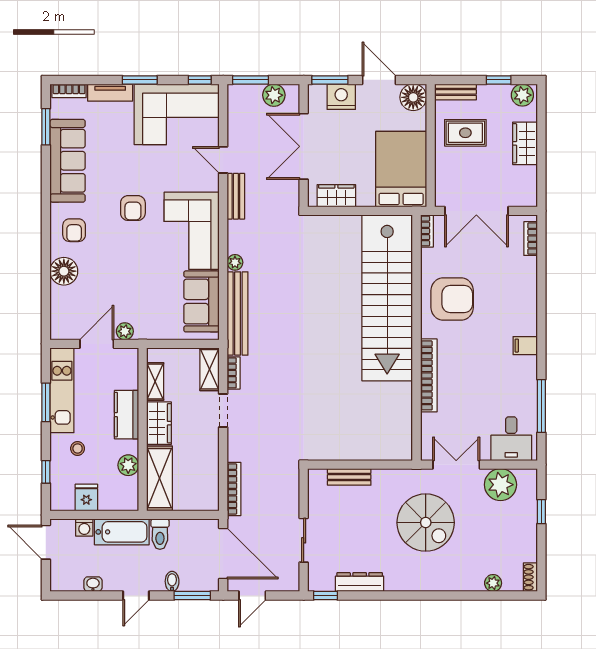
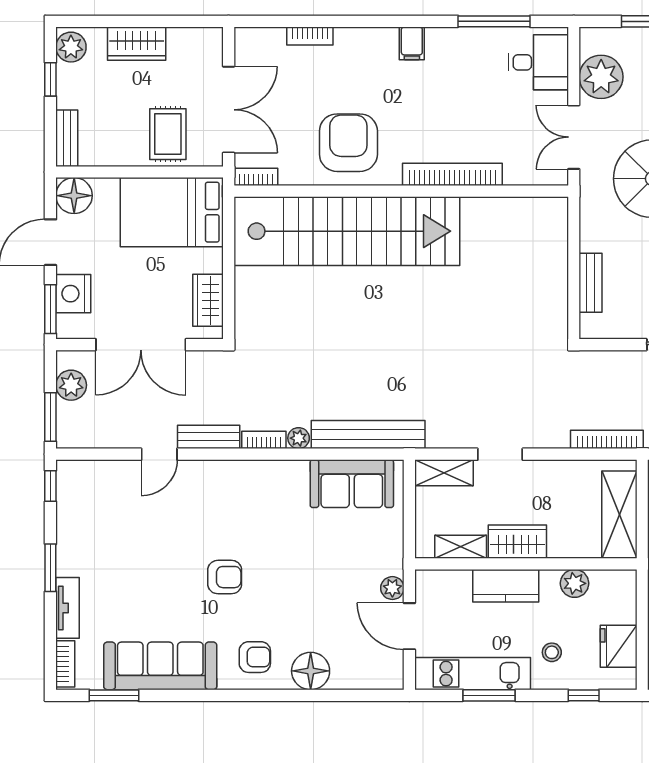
corner sofa: (177, 114) -> (97, 517), removed
rug: (465, 133) -> (168, 134), moved
corner sofa: (192, 231) -> (256, 497), removed
bookcase: (531, 239) -> (310, 36), moved
bookcase: (234, 373) -> (264, 440), moved
shelving: (159, 478) -> (619, 515), moved, turned 90
fridge: (86, 498) -> (619, 646), width x1.38

